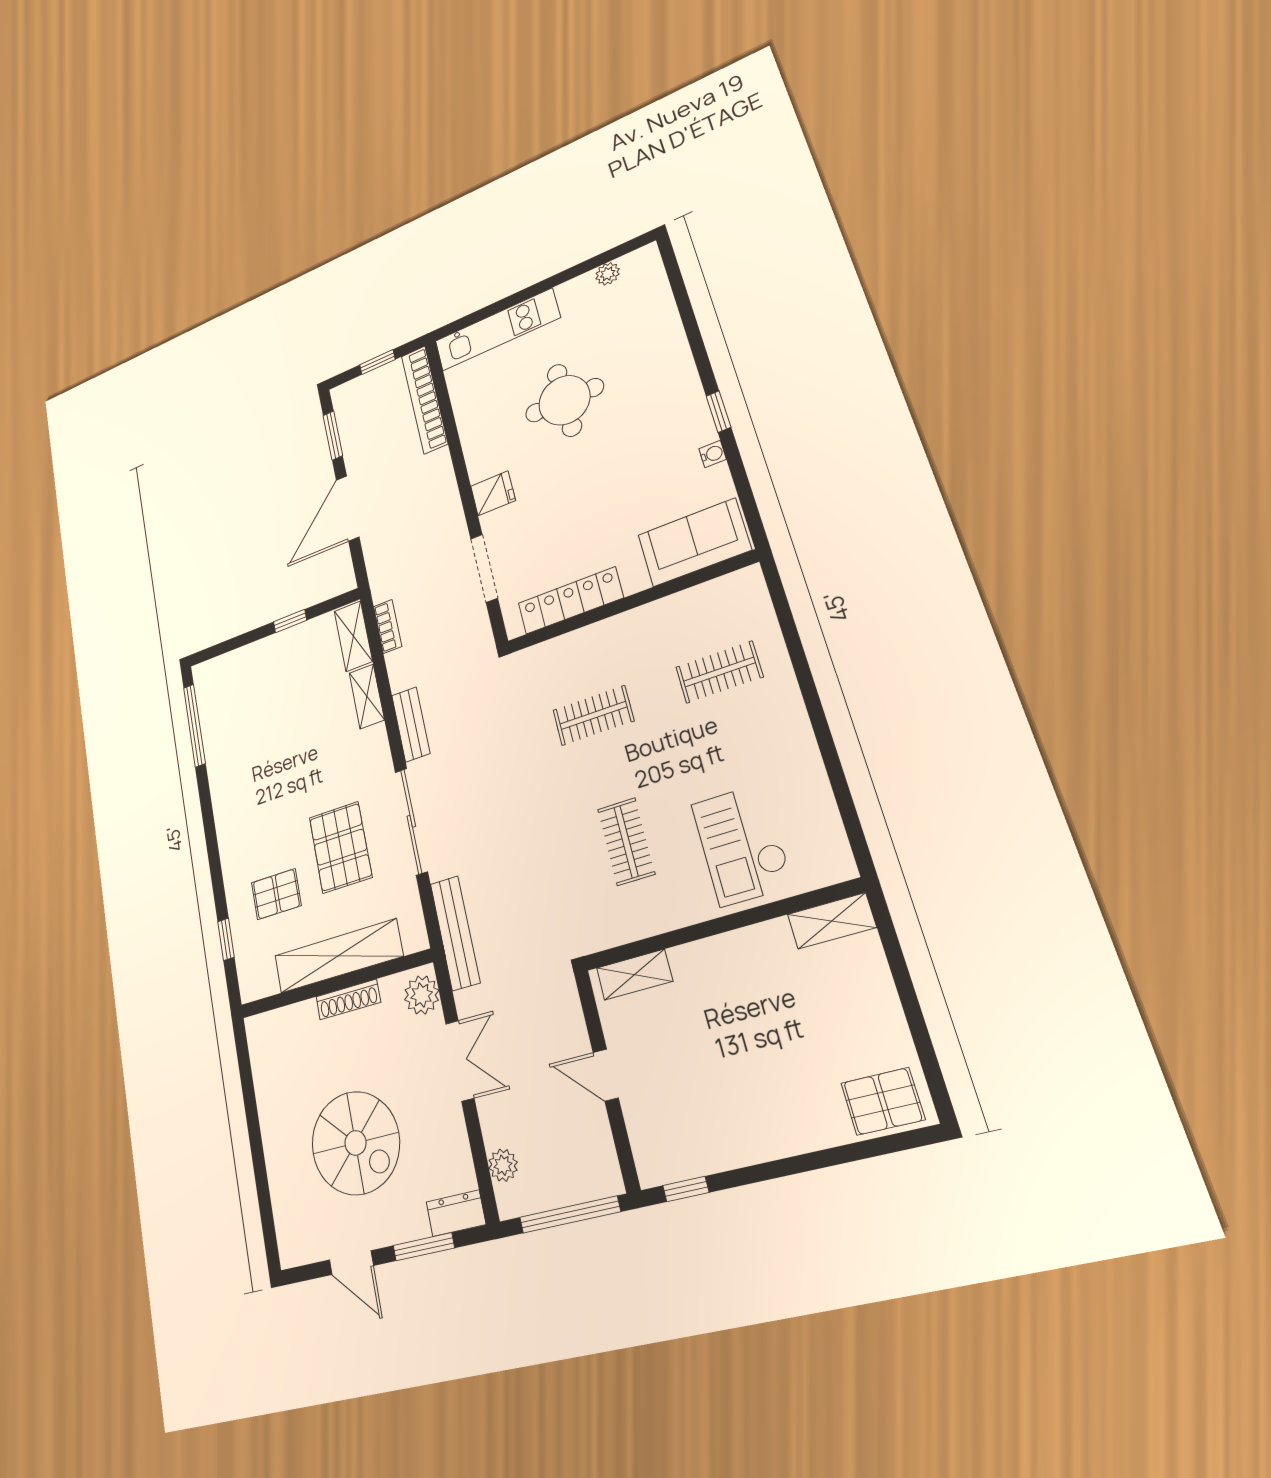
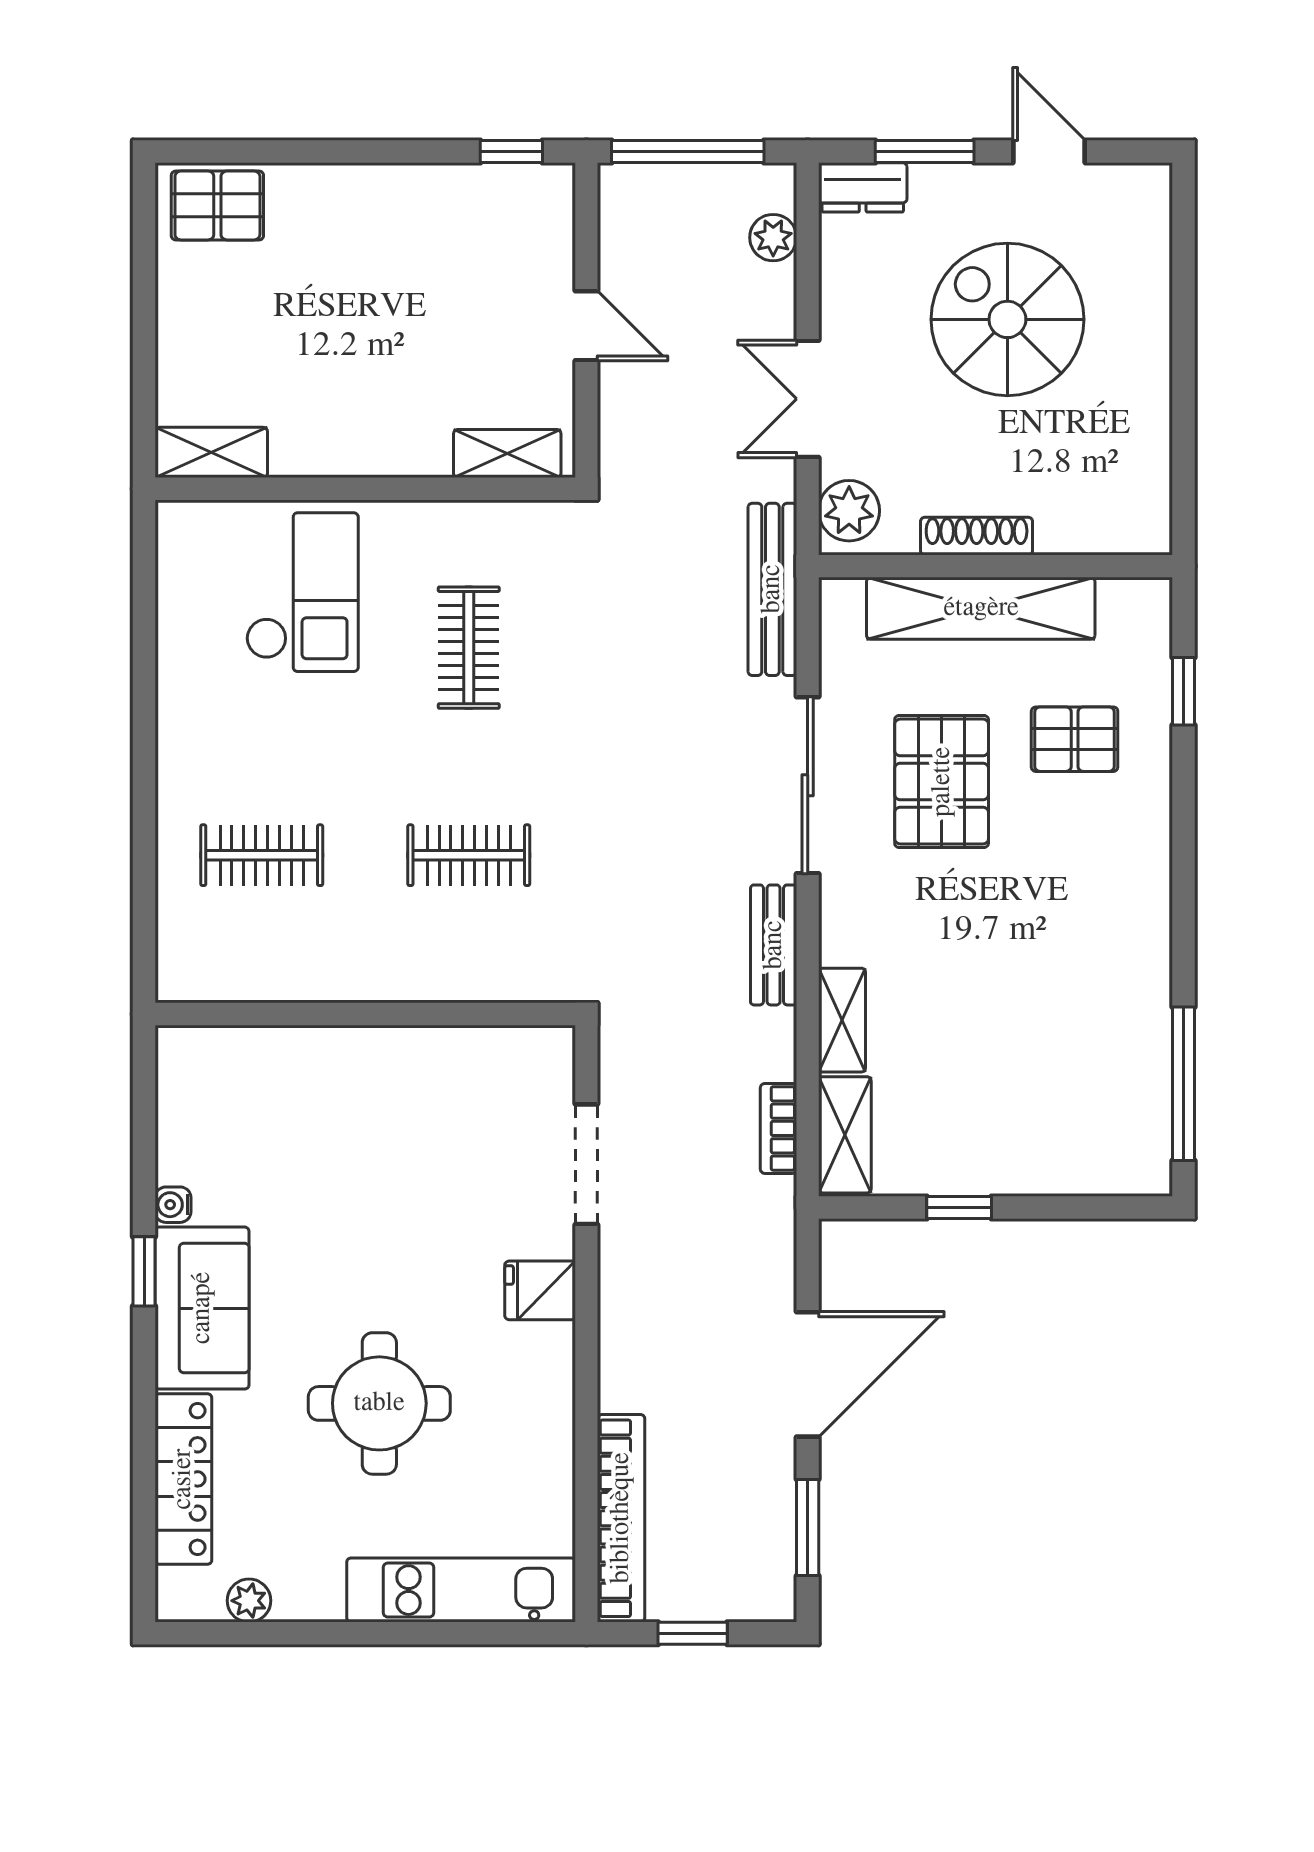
sofa: (694, 542) -> (202, 1308), moved, turned -90
locker: (570, 601) -> (183, 1479), moved, turned -90

